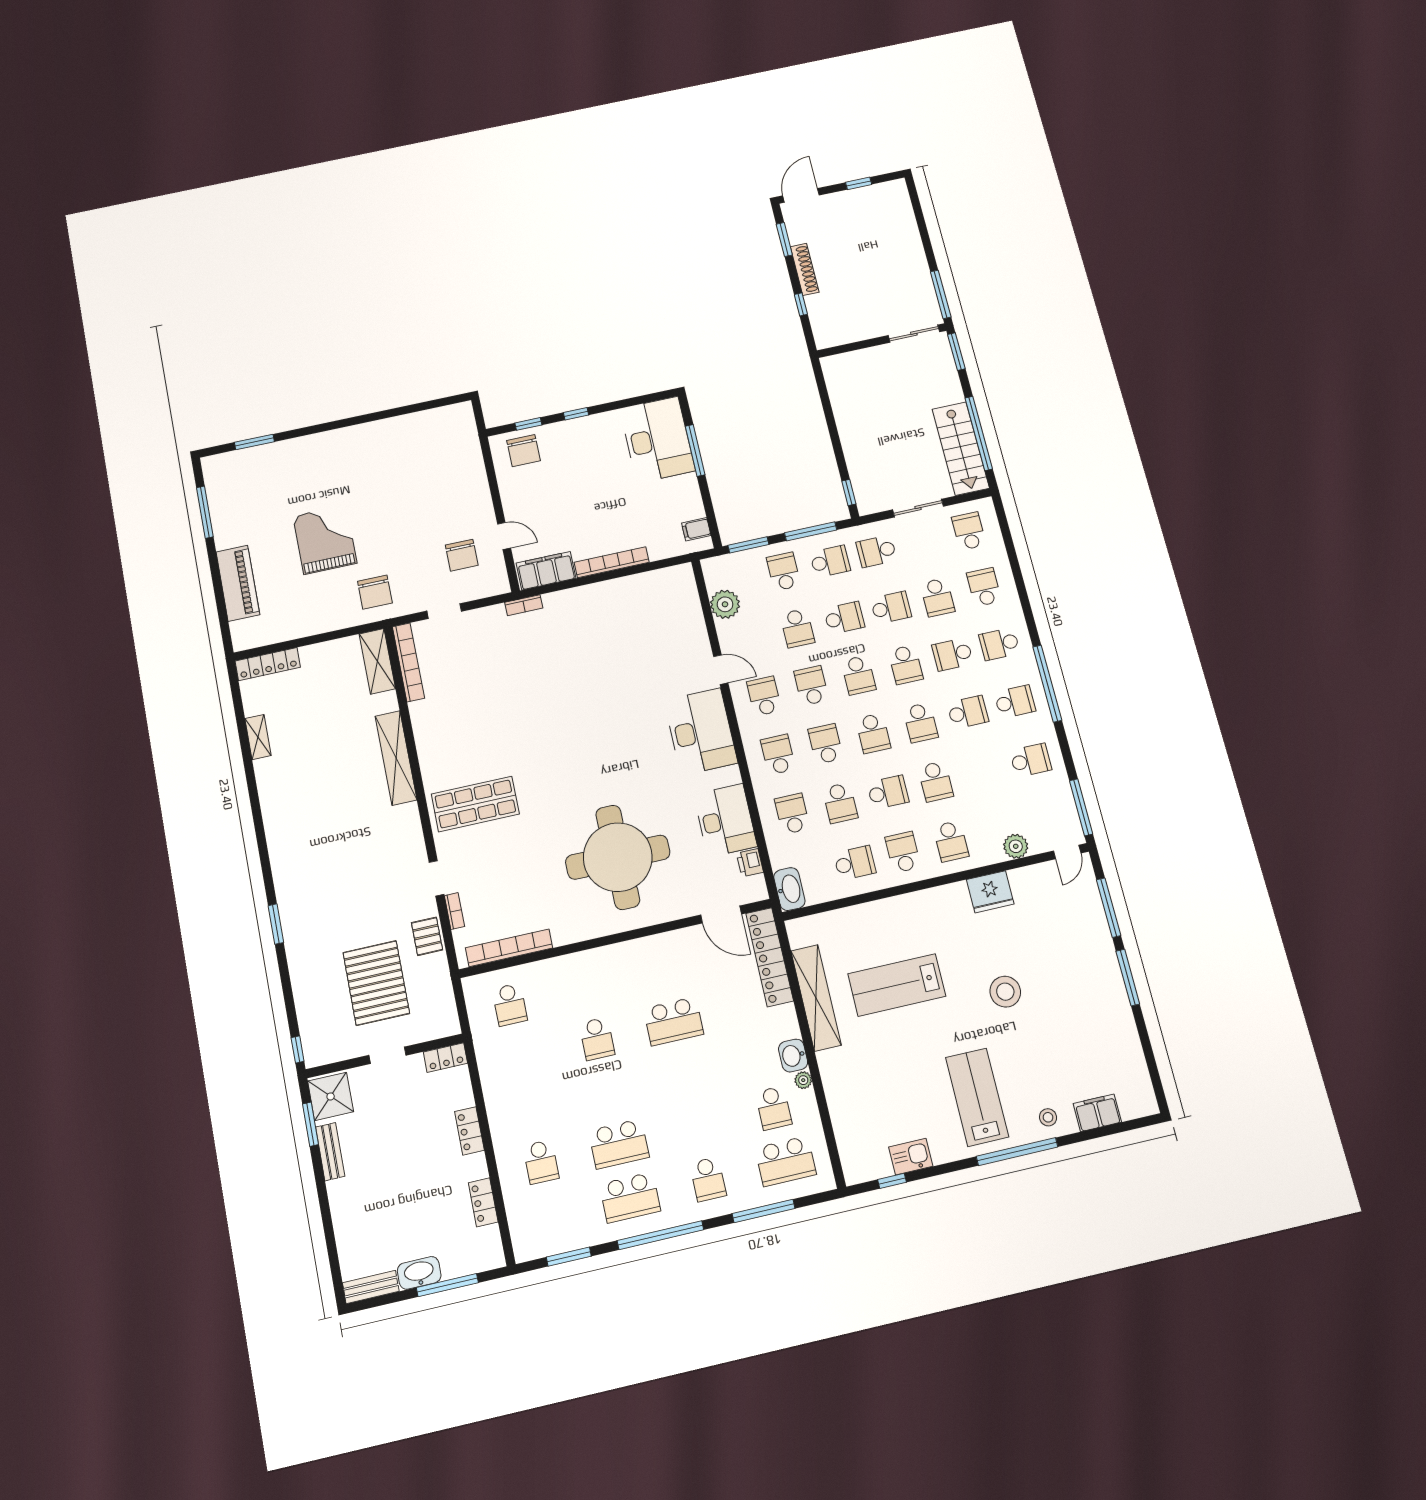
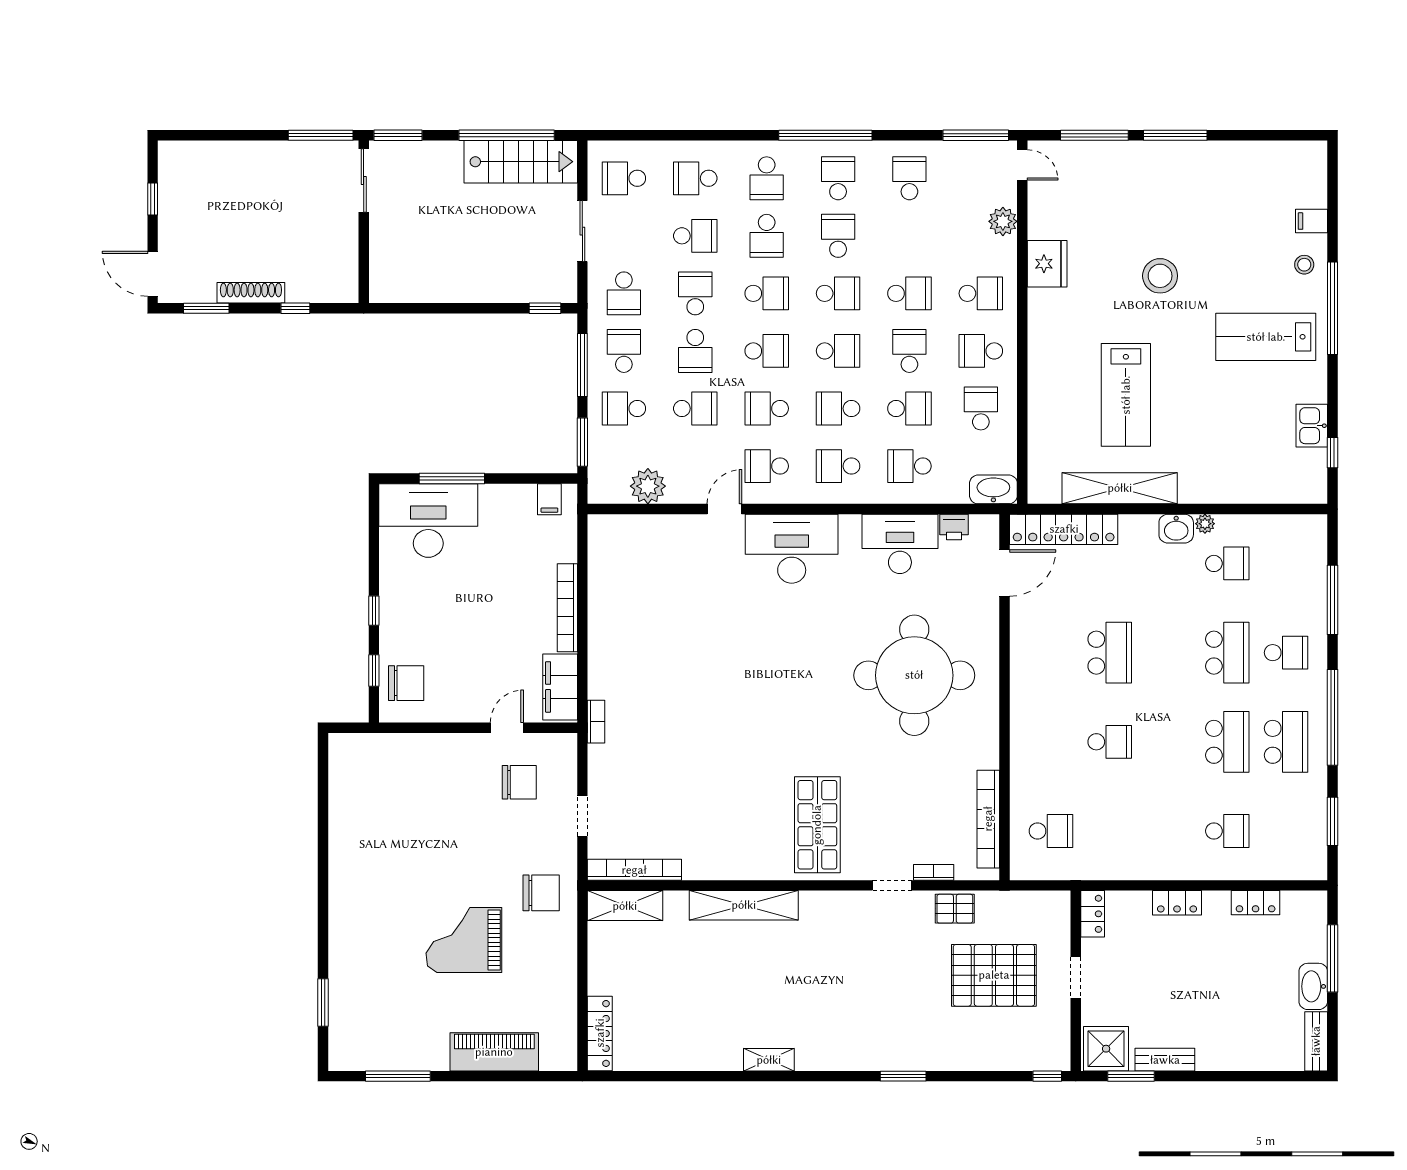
school desk: (844, 618) -> (695, 351), turned 180
shelving: (258, 737) -> (769, 1060), moved
filing cabinet: (1097, 1113) -> (1312, 221), width x0.50
school desk: (786, 1161) -> (1227, 653), moved

